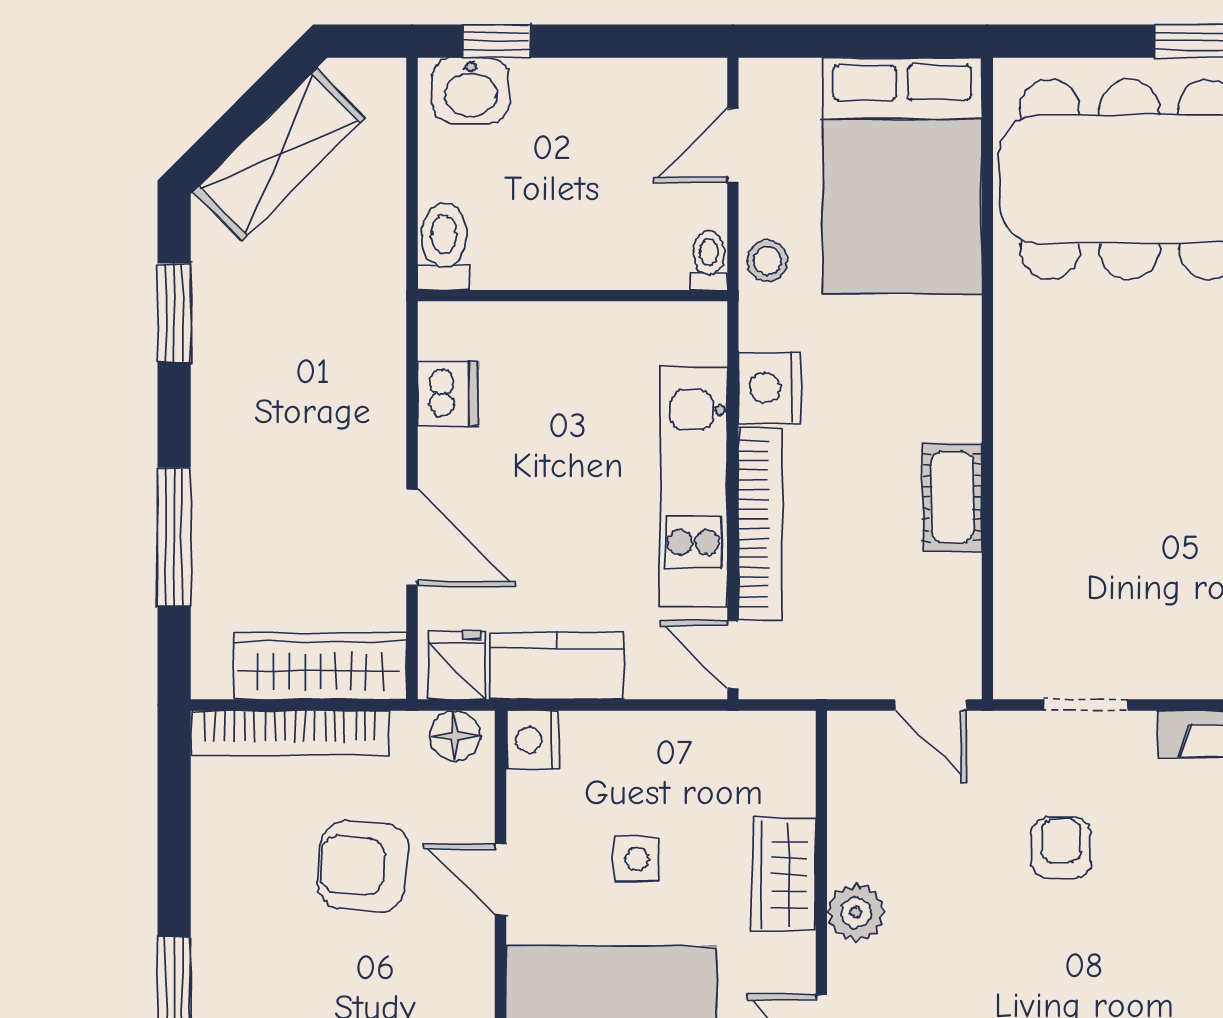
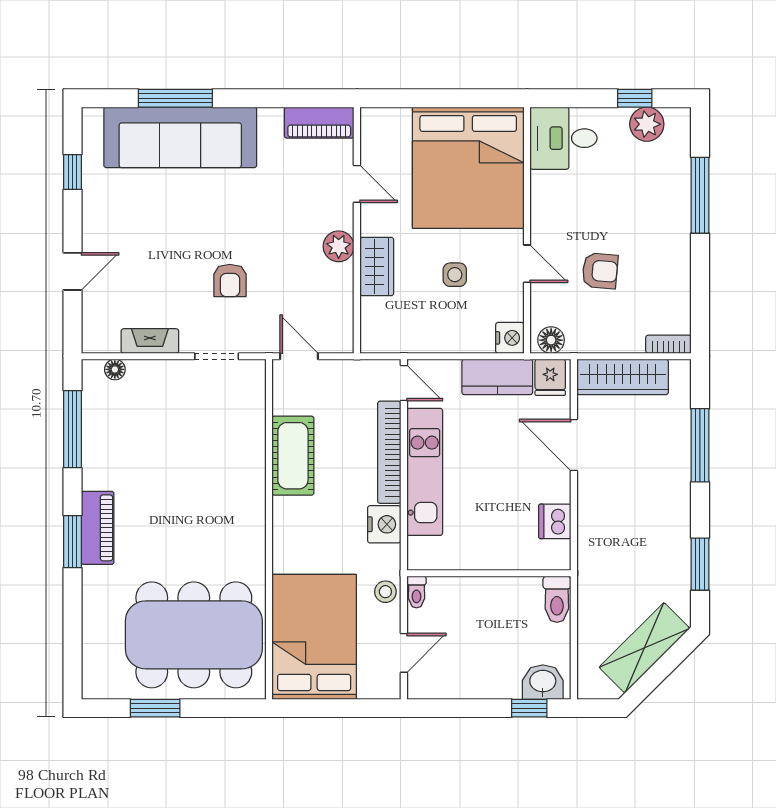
cot: (952, 497) -> (293, 456), width x1.37, depth x1.34
bookcase: (290, 733) -> (668, 344), width x0.43, depth x0.76
armchair: (363, 866) -> (600, 271), width x0.72, depth x0.72

